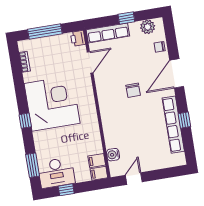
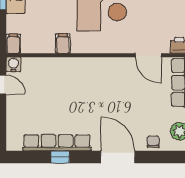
chair: (133, 90) -> (106, 101), removed
water cooler: (113, 155) -> (13, 64), moved
filing cabinet: (97, 161) -> (63, 44), moved

